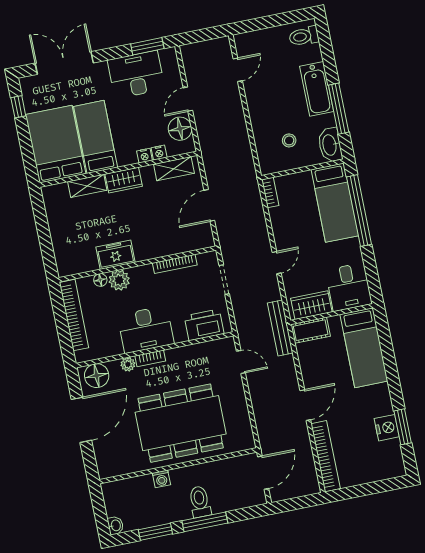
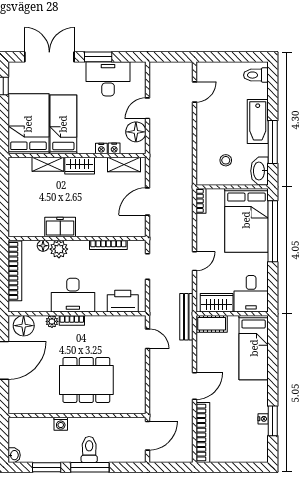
window: (147, 46) -> (98, 57), moved
bed: (335, 203) -> (246, 220), width x1.50
dining table: (181, 423) -> (86, 380), width x0.73, depth x0.80
nightstand: (387, 428) -> (263, 419), width x0.53, depth x0.56

